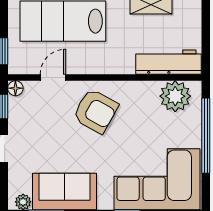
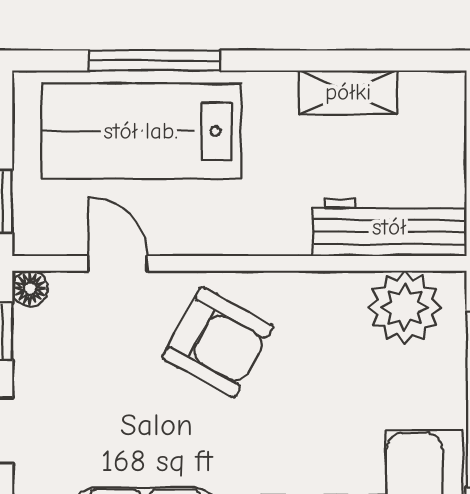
door: (53, 78) -> (118, 263), hinge flipped

